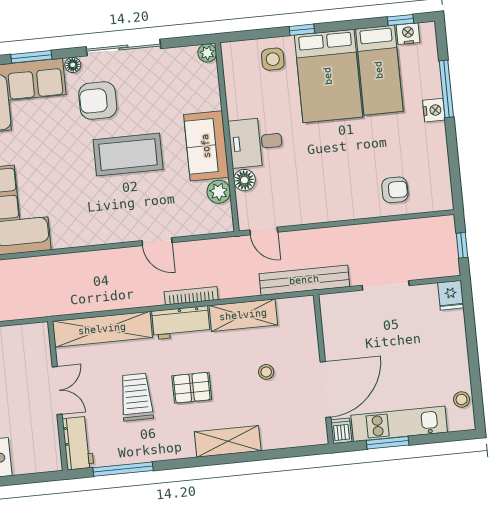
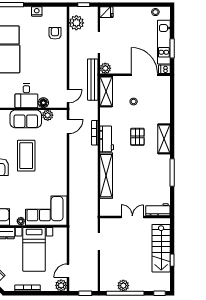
nightstand: (434, 110) -> (37, 11), moved
plant: (422, 233) -> (76, 23), added
door: (157, 242) -> (68, 126), moved
plant: (331, 305) -> (105, 68), added
shelving: (243, 315) -> (106, 91), moved
double door: (57, 390) -> (132, 217), moved
wall: (58, 396) -> (135, 217), moved
trolley: (136, 397) -> (139, 163), removed
shelving: (228, 441) -> (164, 139), moved
workbench: (78, 443) -> (158, 210), moved

